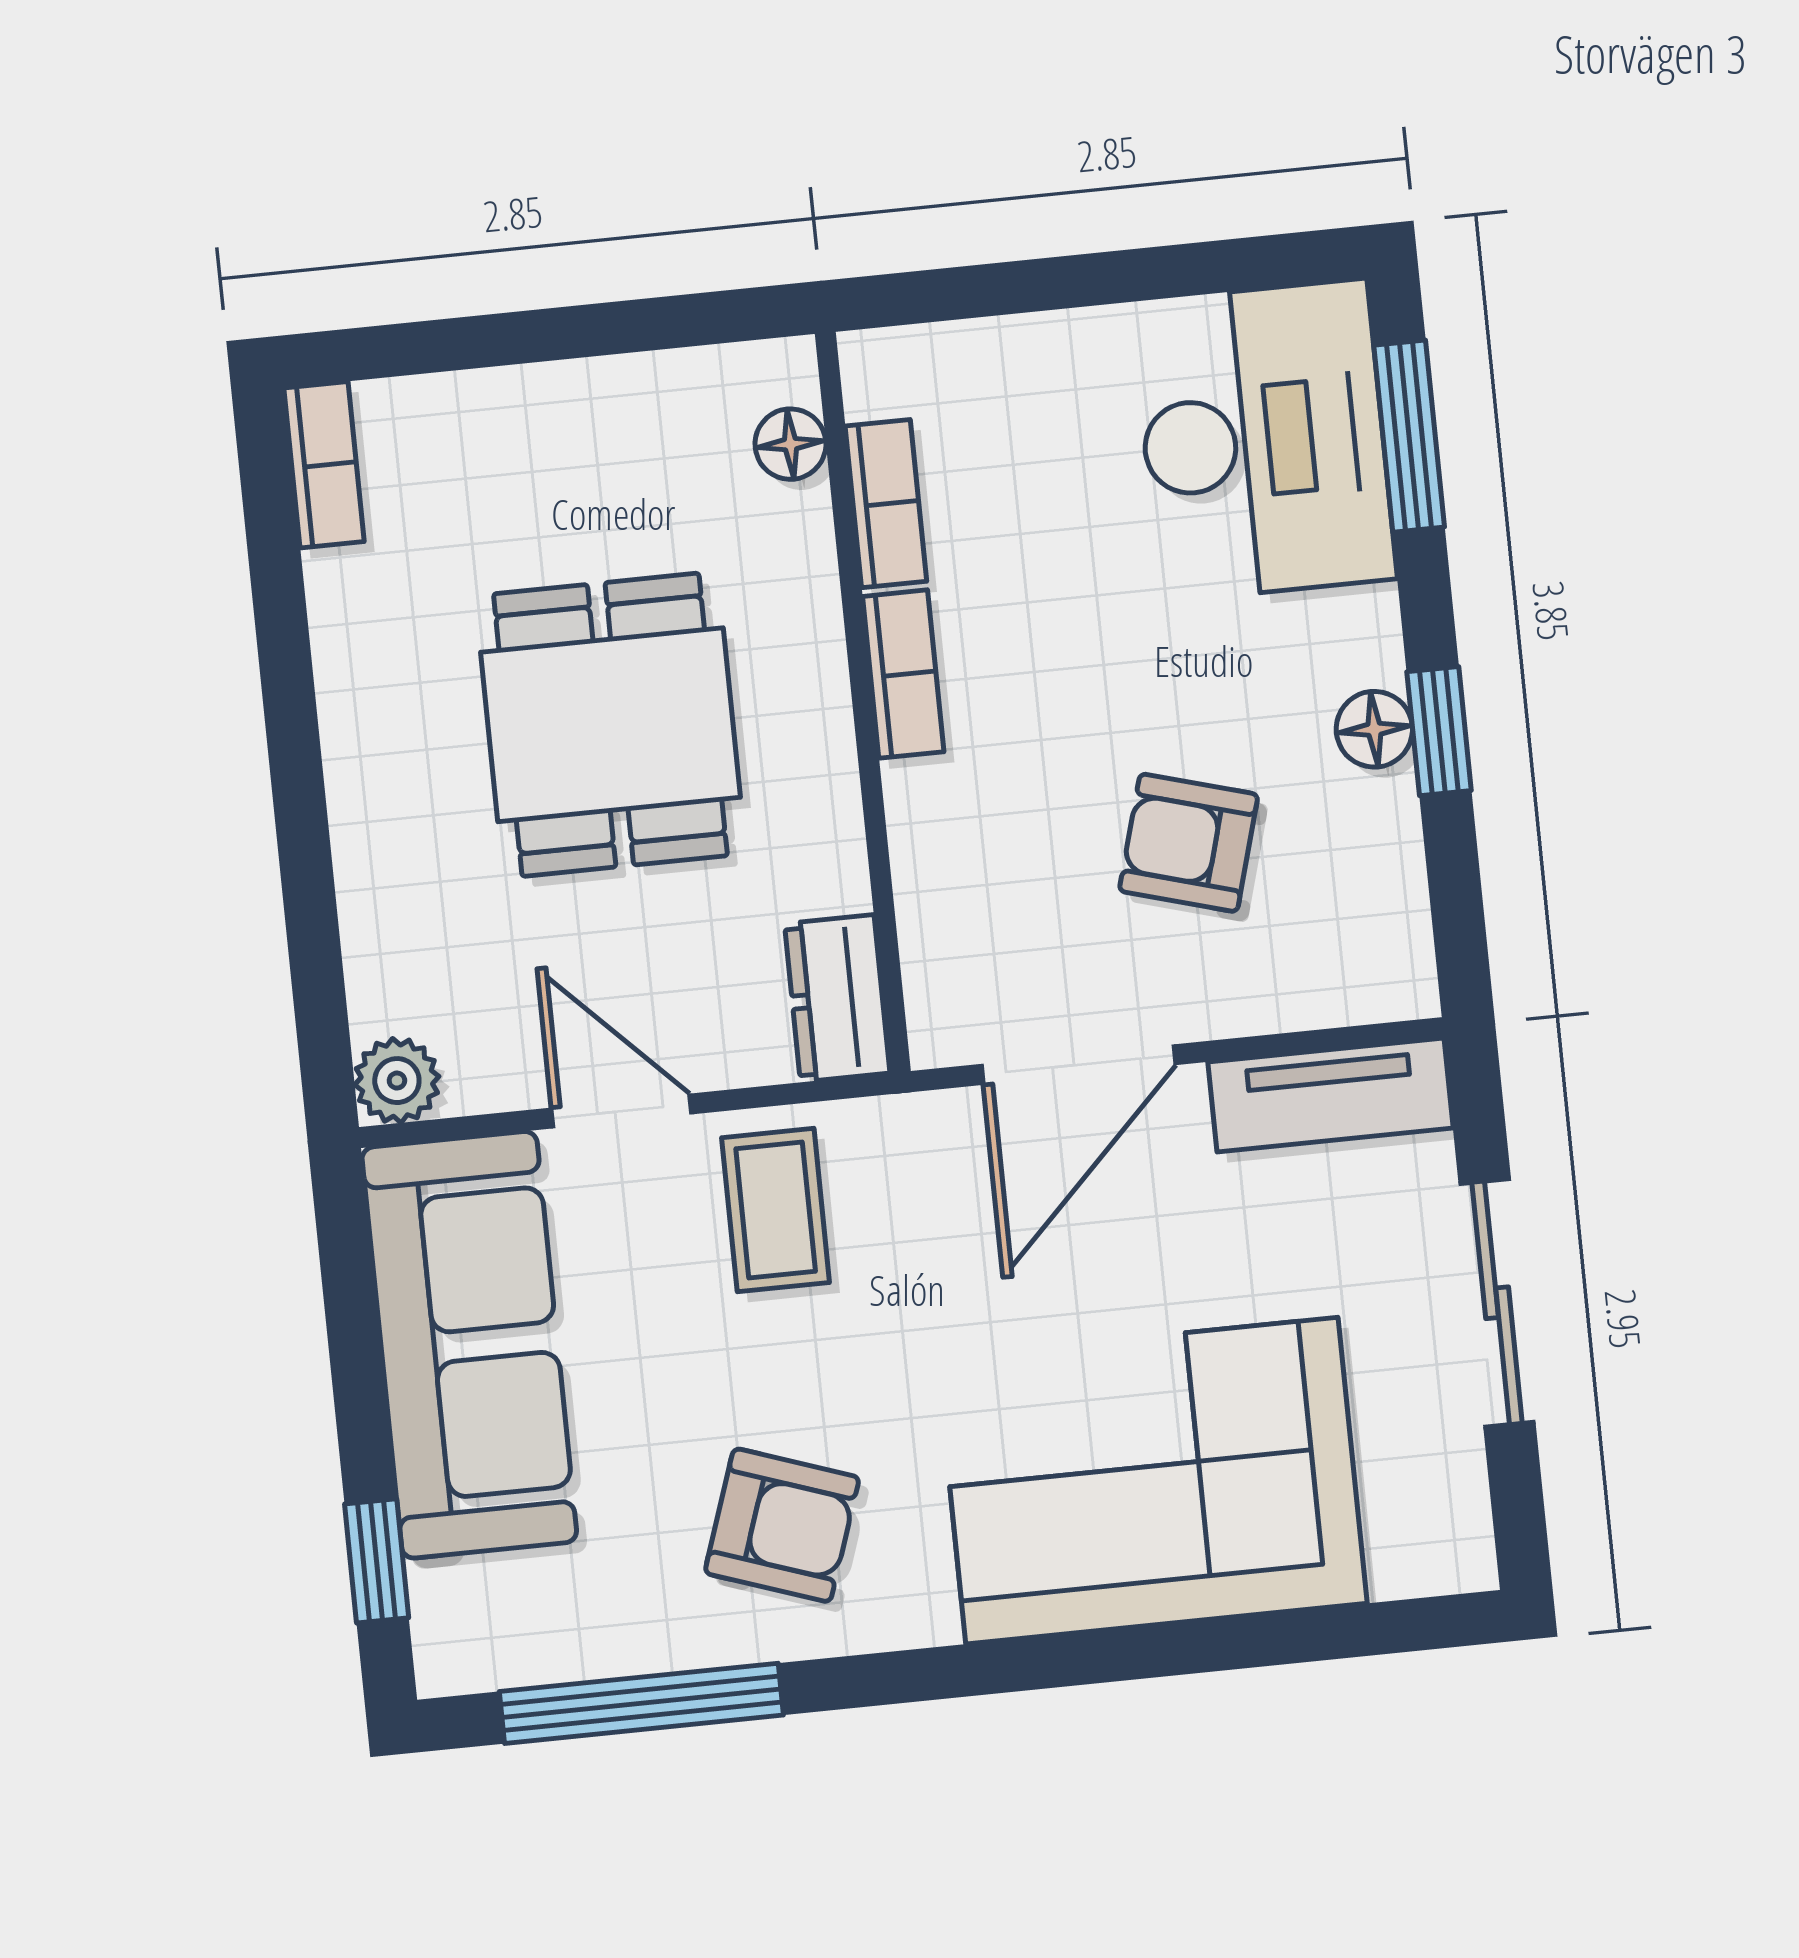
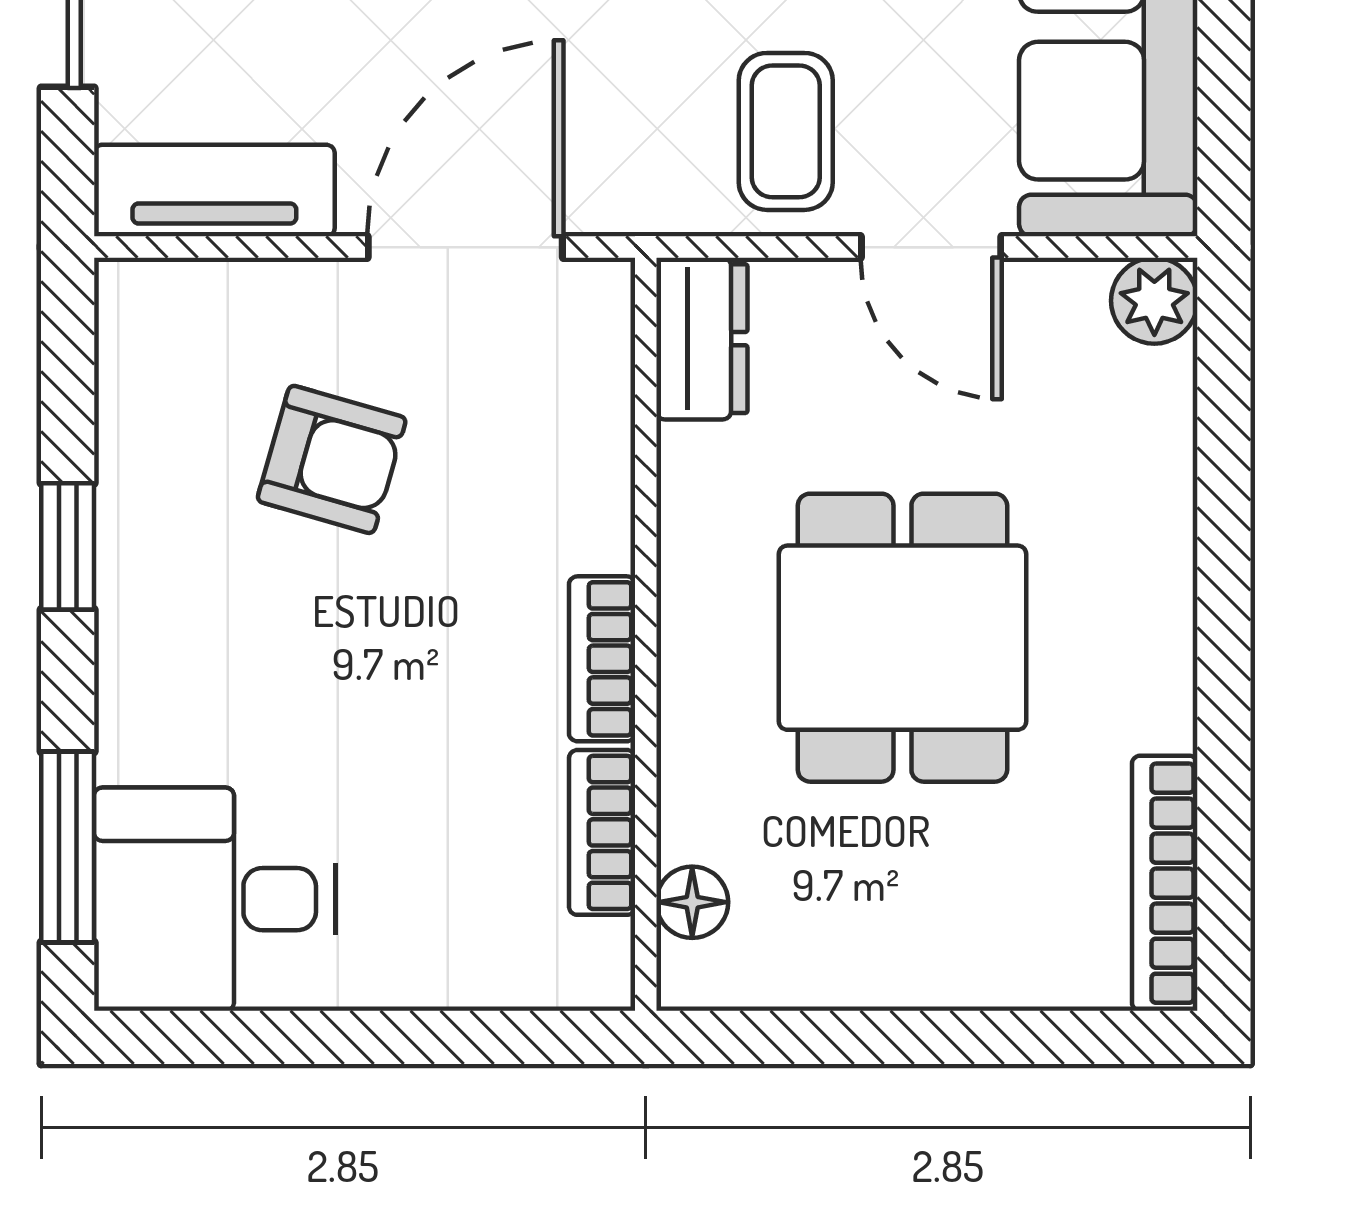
desk: (1264, 440) -> (215, 899), width x0.73
bookcase: (324, 465) -> (1165, 883), width x1.56
floor lamp: (1374, 729) -> (133, 555), removed

